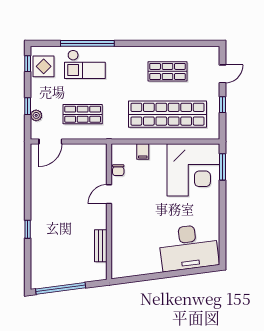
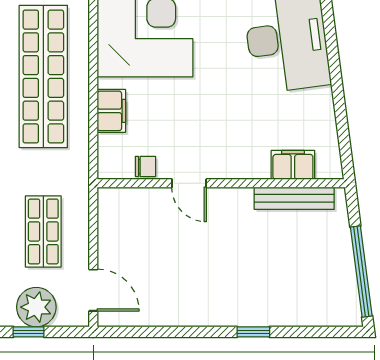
plant: (36, 115) -> (36, 307), width x1.88, depth x1.88
filing cabinet: (143, 151) -> (111, 111), width x2.00
bench: (101, 246) -> (294, 198), width x1.36
filing cabinet: (119, 251) -> (293, 165), added

